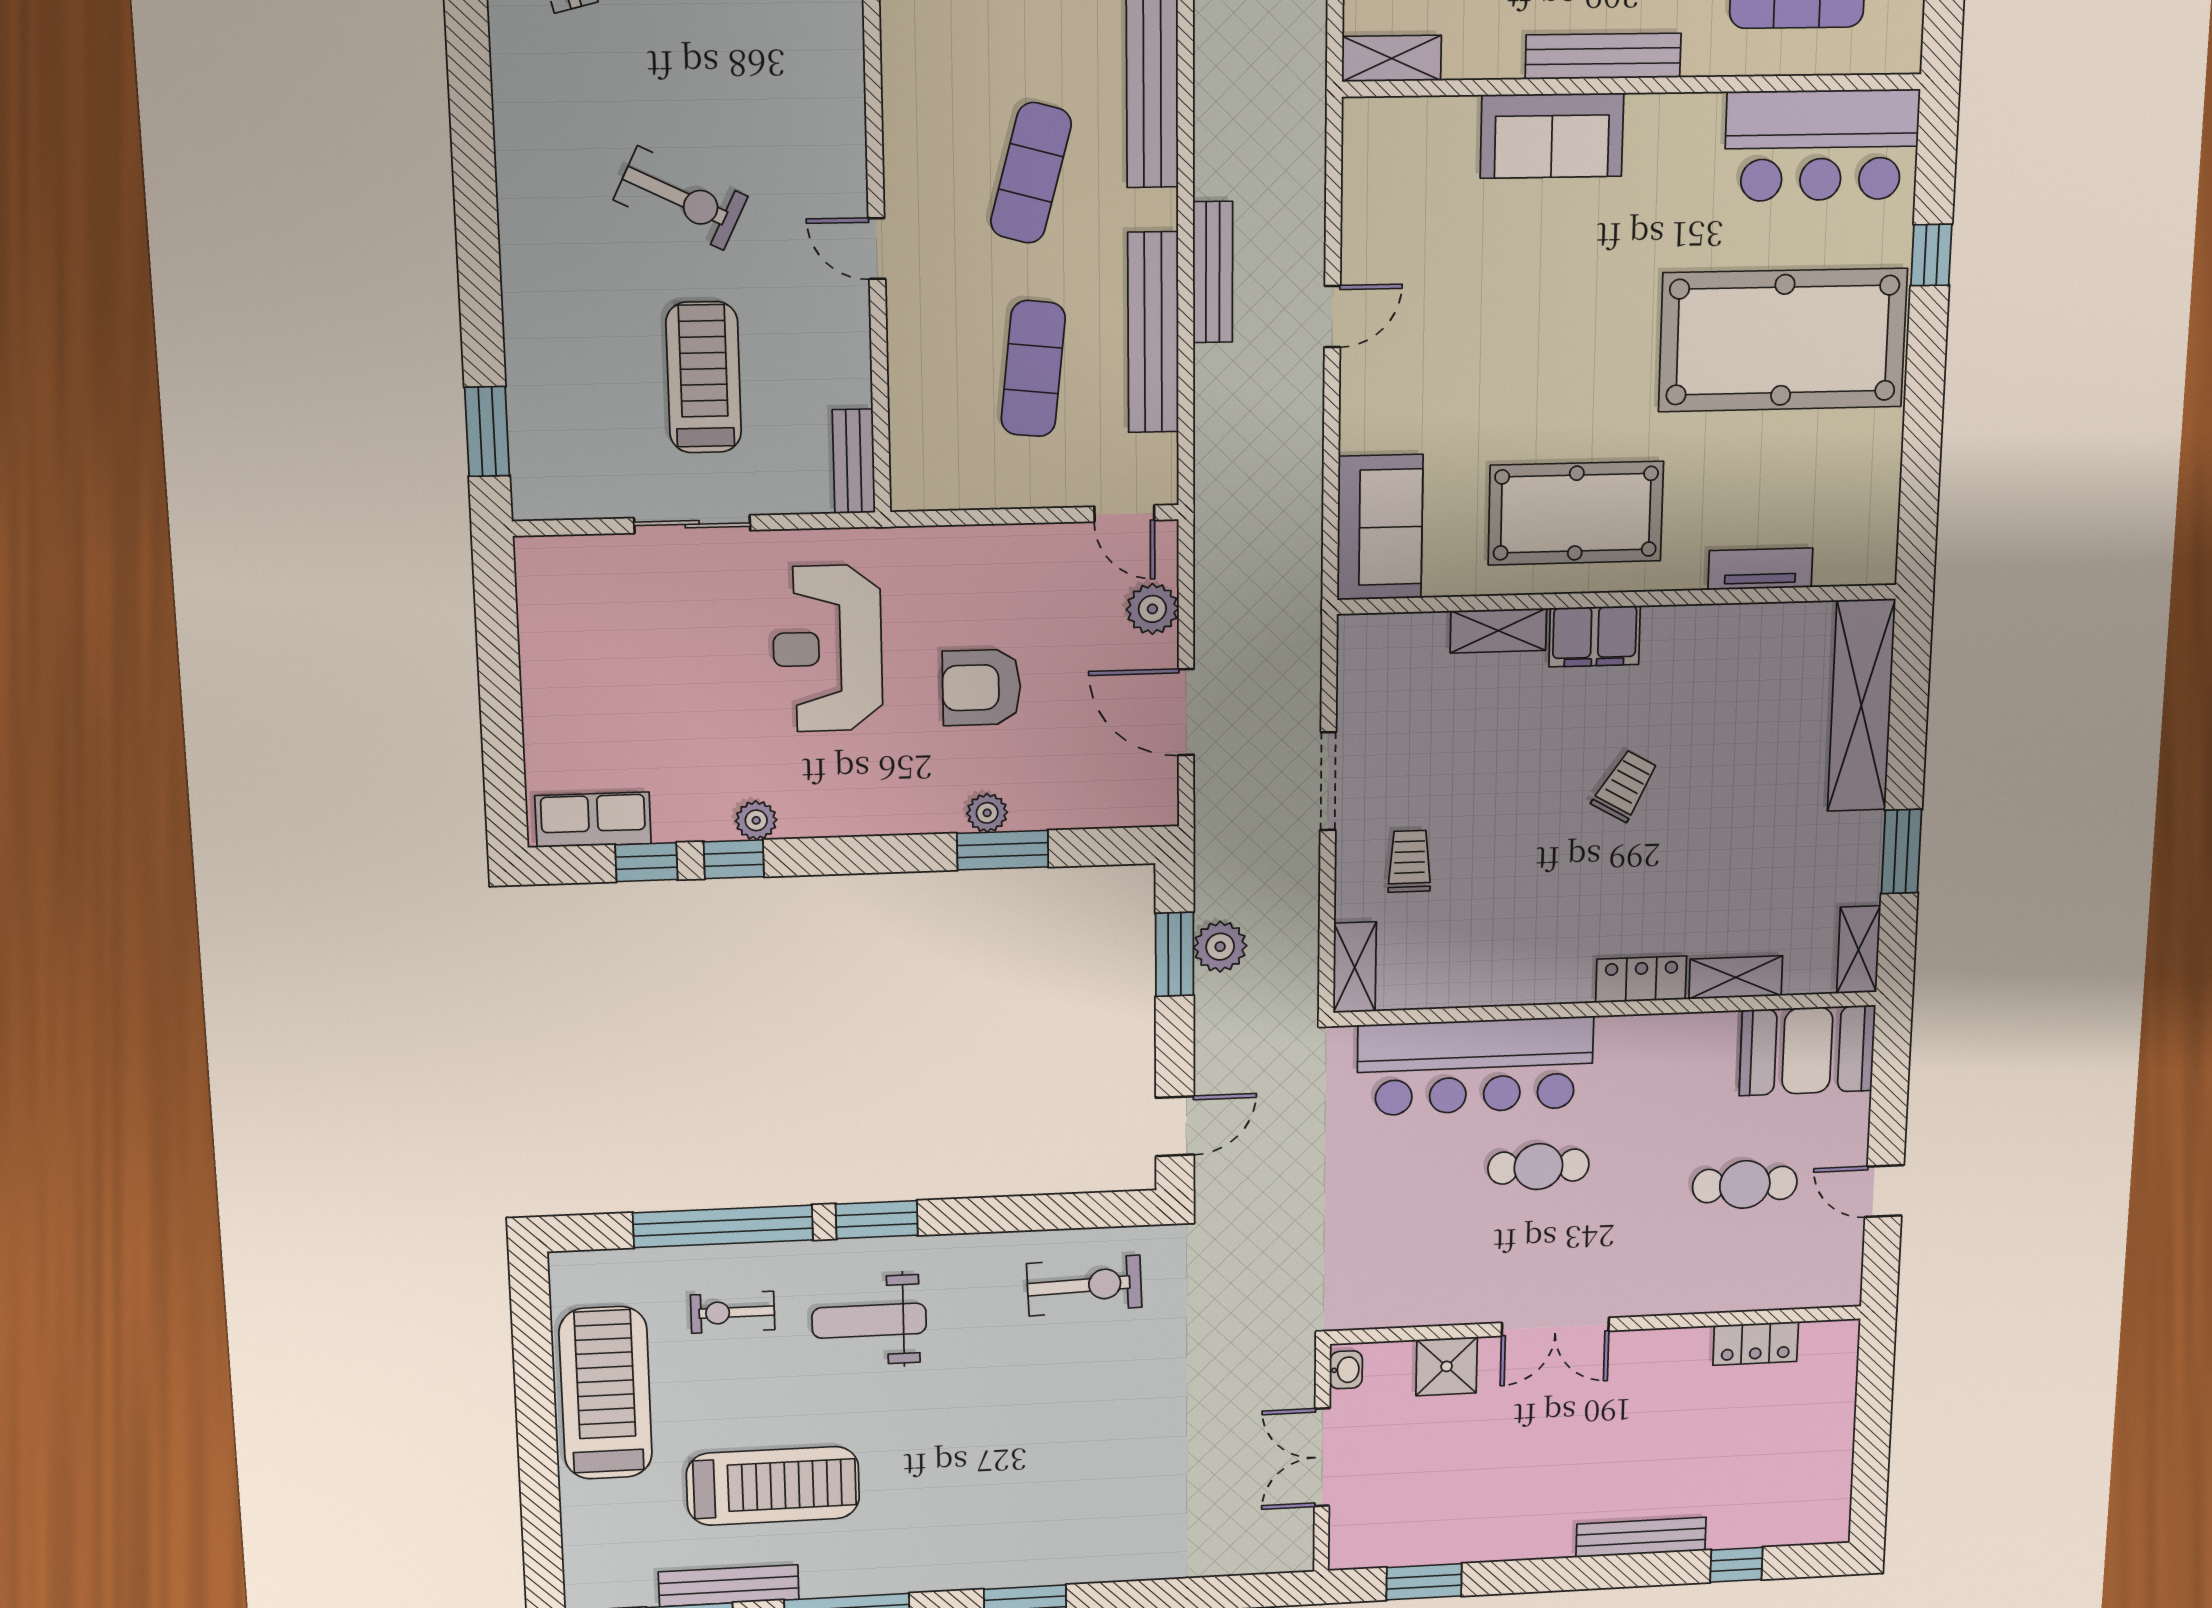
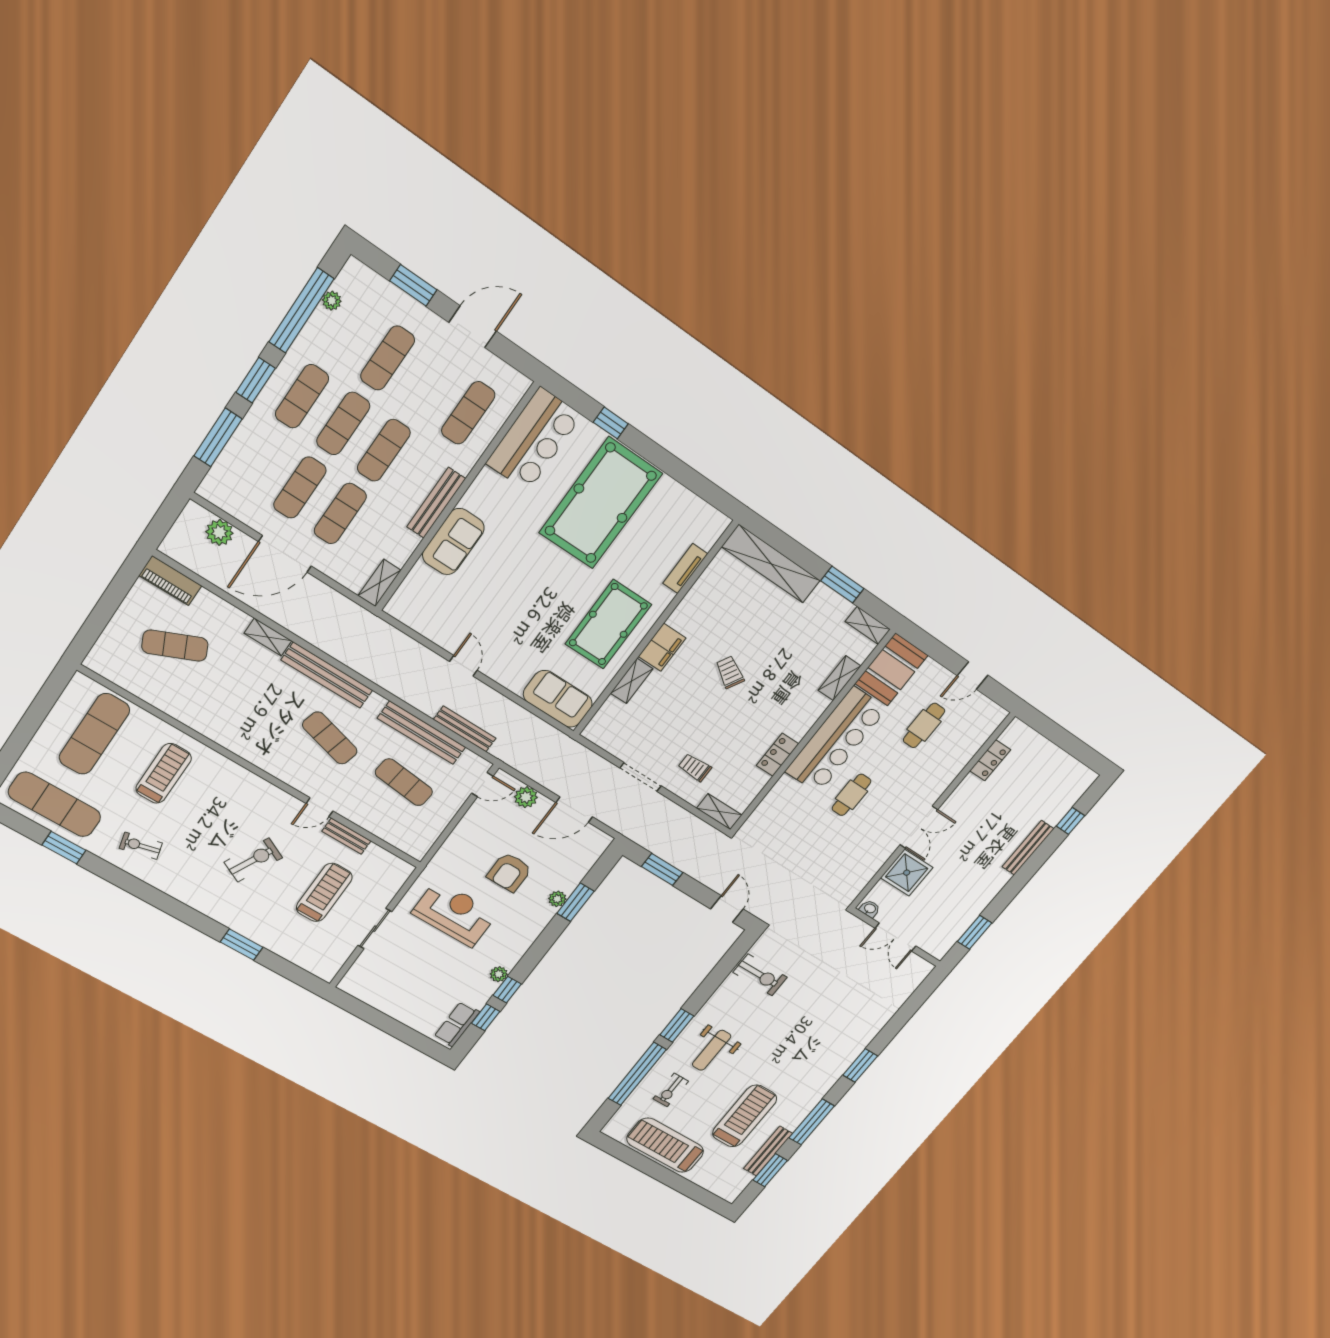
bench: (1213, 272) -> (465, 729), moved
treadmill: (704, 377) -> (324, 892), turned 90
window: (487, 432) -> (241, 945), moved
bench: (854, 461) -> (346, 836), moved
reception desk: (828, 649) -> (455, 913), turned 180
plant: (1220, 947) -> (672, 852), removed
locker: (1641, 979) -> (778, 755), moved
bar counter: (1475, 1066) -> (836, 740), moved
exercise bike: (1084, 1285) -> (760, 975), turned 92
shower: (1447, 1366) -> (907, 873), width x1.36, depth x1.36

